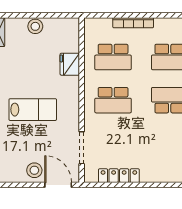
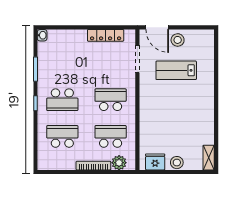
plant: (103, 26) -> (119, 163), added
fridge: (70, 64) -> (155, 162), moved, turned -90
lab bench: (33, 110) -> (176, 70), moved

